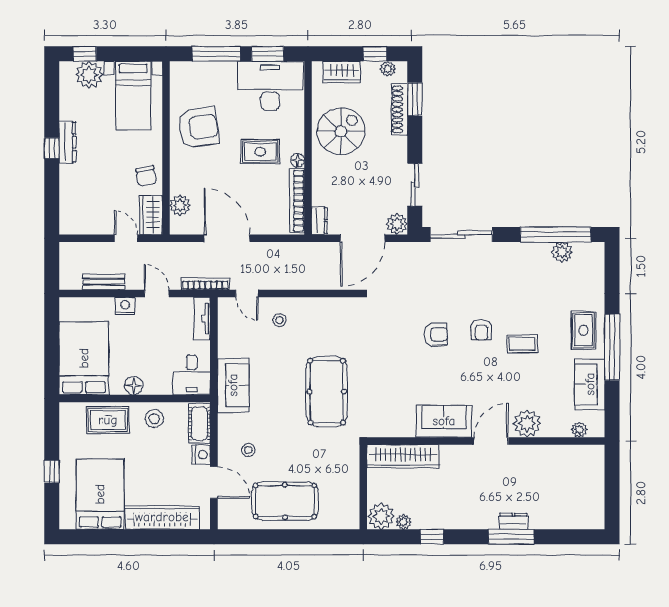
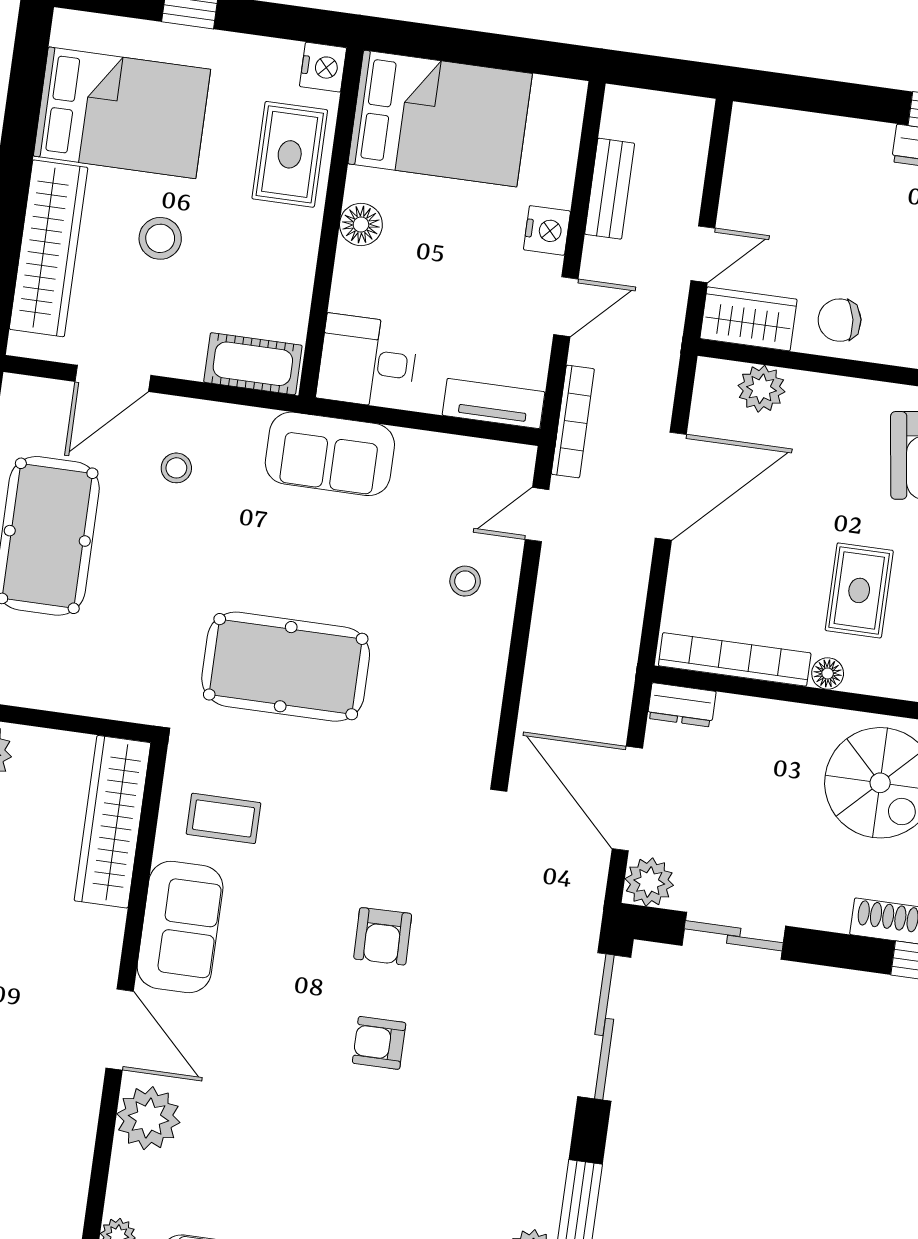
coffee table: (522, 344) -> (223, 818), moved, turned 90
stool: (154, 419) -> (160, 238), moved
nightstand: (201, 455) -> (323, 67), moved, turned -90

